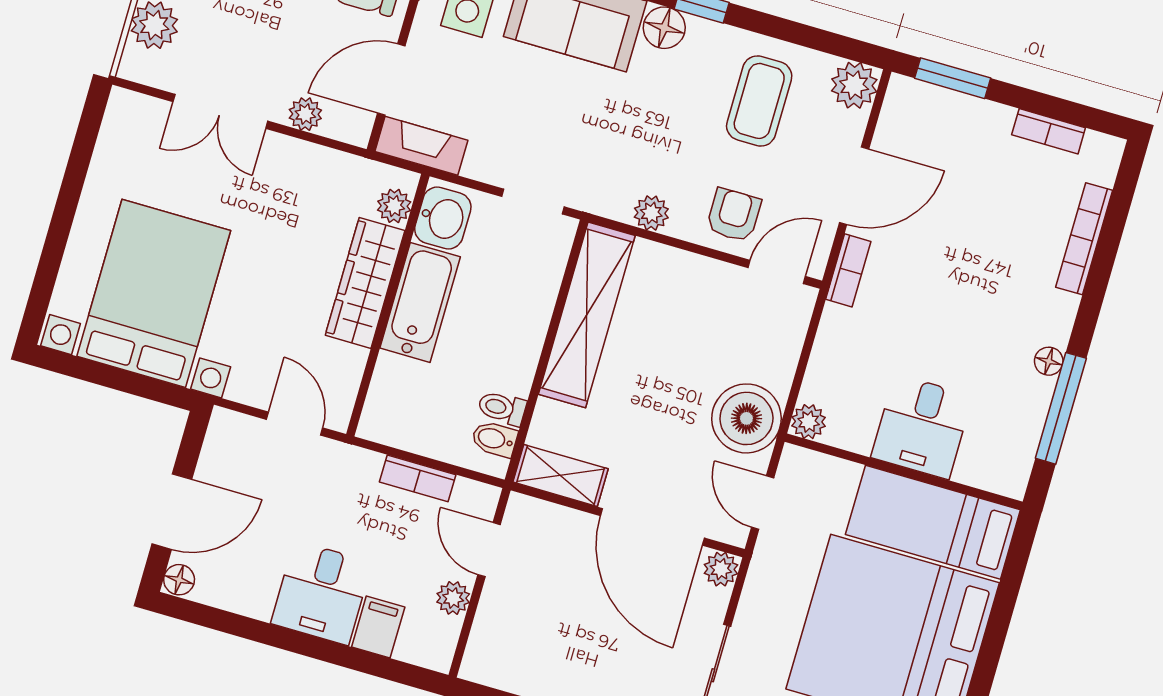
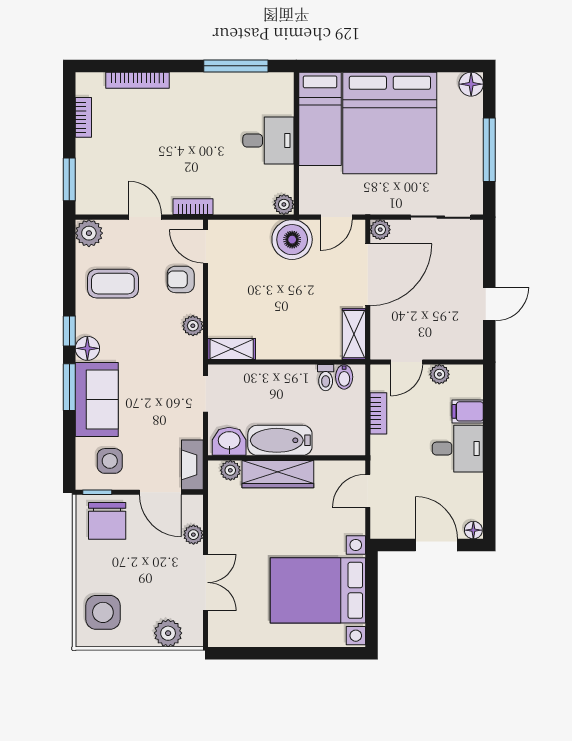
door: (854, 186) -> (145, 217), width x0.73
shelving: (587, 315) -> (232, 349), width x0.45, depth x0.75
floor lamp: (1049, 361) -> (211, 80), removed

